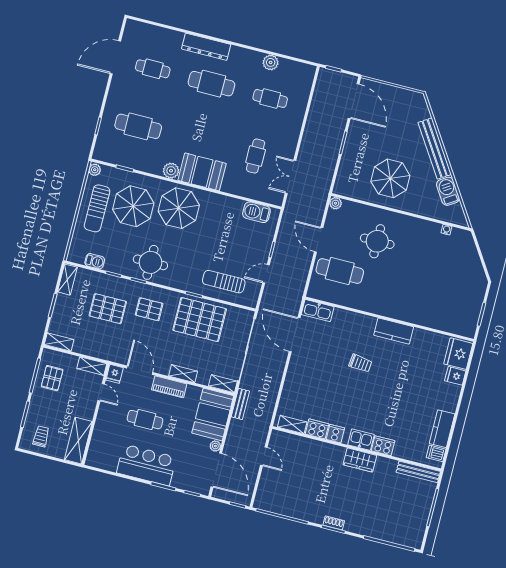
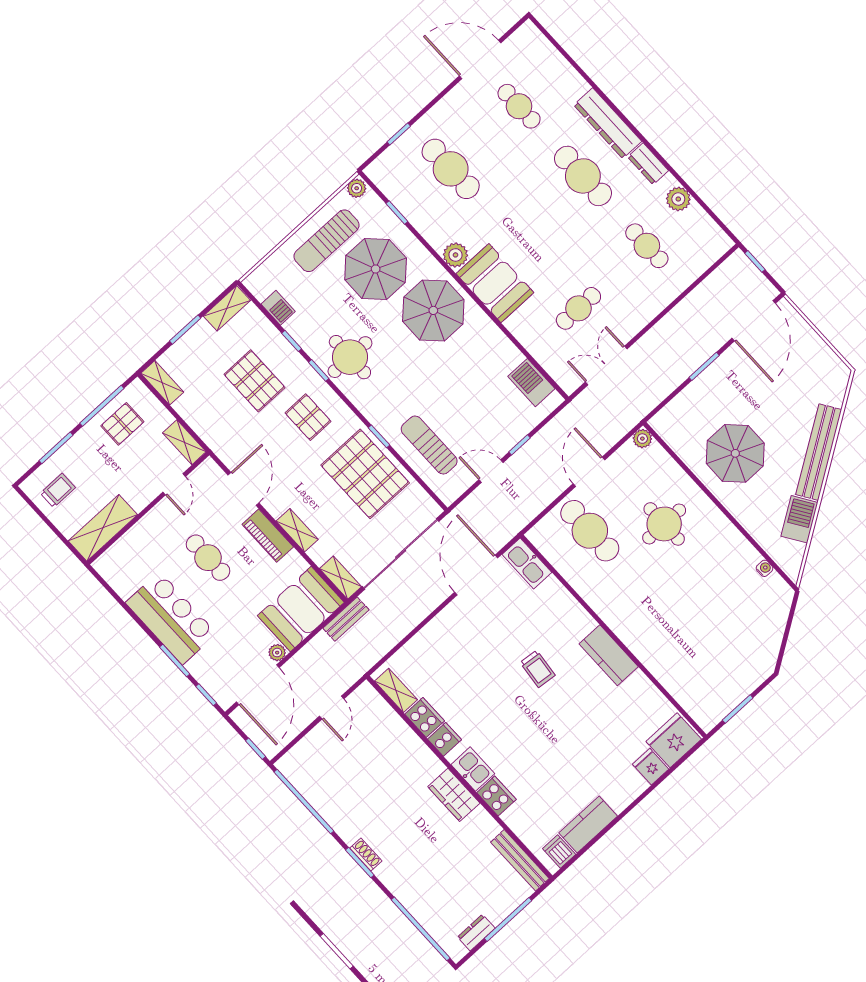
dresser: (242, 54) -> (648, 164), added
fridge: (115, 374) -> (207, 472), removed
dresser: (420, 526) -> (476, 933), added

